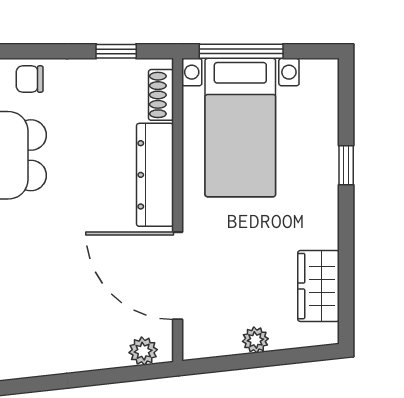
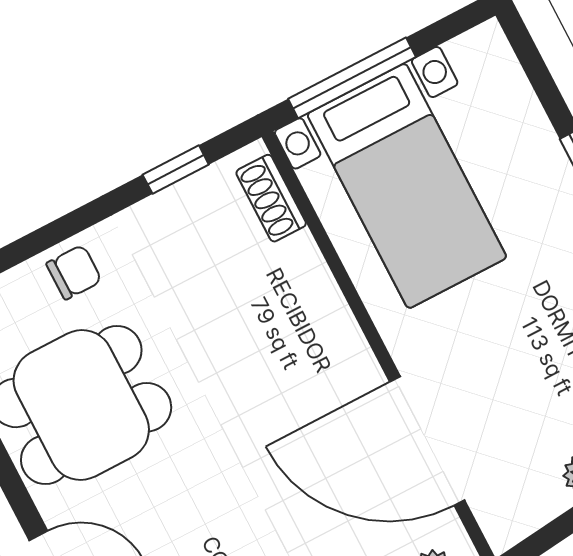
chair: (30, 79) -> (74, 272), turned 180
dresser: (155, 175) -> (321, 315), removed

